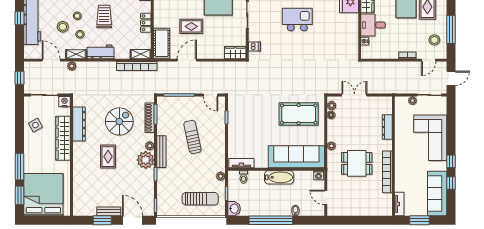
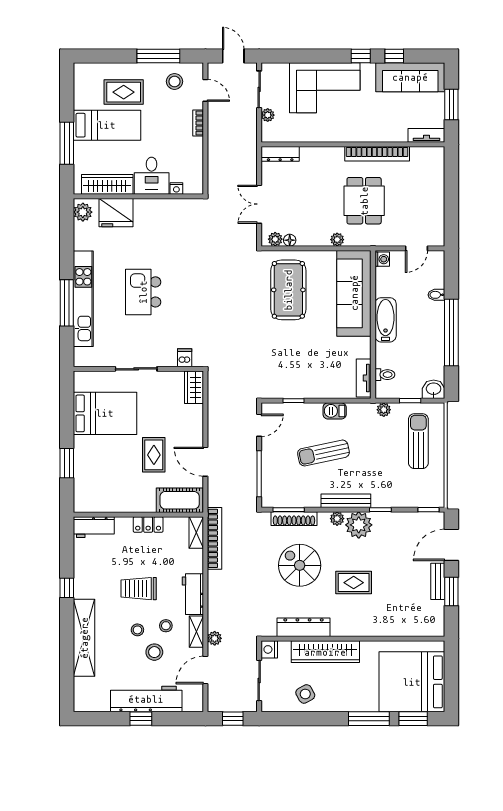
dresser: (387, 127) -> (280, 154), moved
barbecue: (220, 144) -> (335, 411), added

